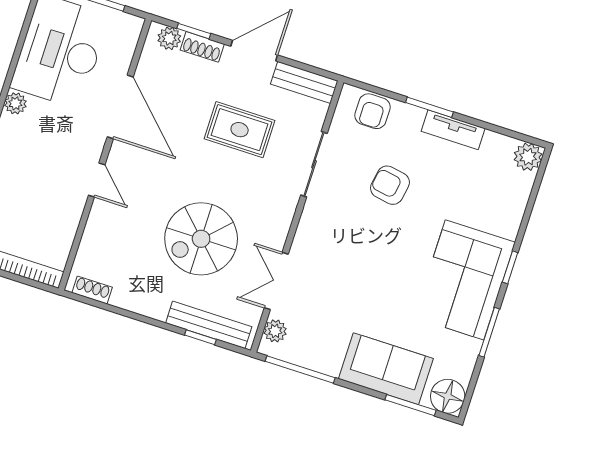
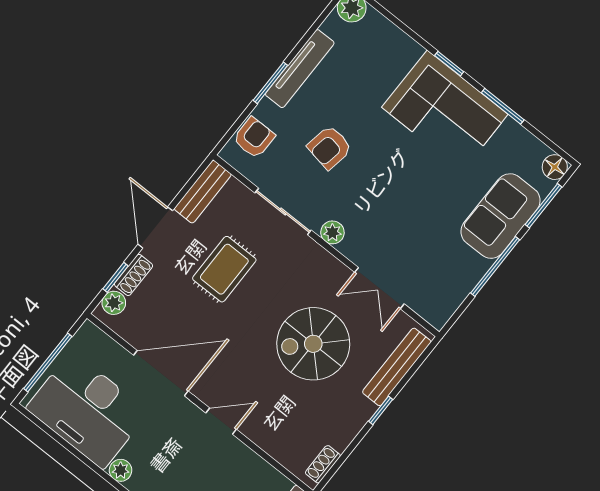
armchair: (373, 111) -> (254, 138), turned -90
tv unit: (453, 130) -> (300, 69), width x1.41
spiral stairs: (201, 239) -> (313, 344), turned 90
plant: (275, 331) -> (332, 232), moved
window: (200, 337) -> (381, 410), moved
window: (300, 369) -> (495, 266), moved
floor lamp: (448, 396) -> (555, 167), width x0.73, depth x0.73

